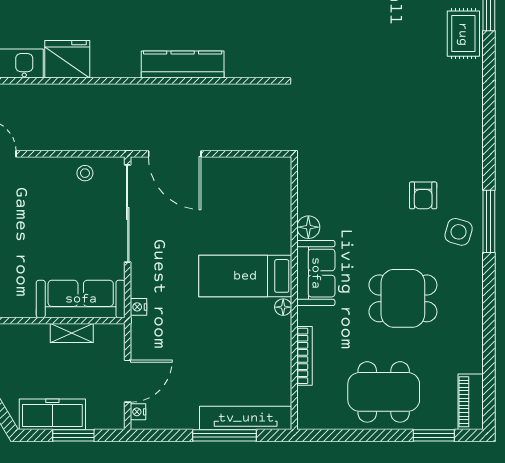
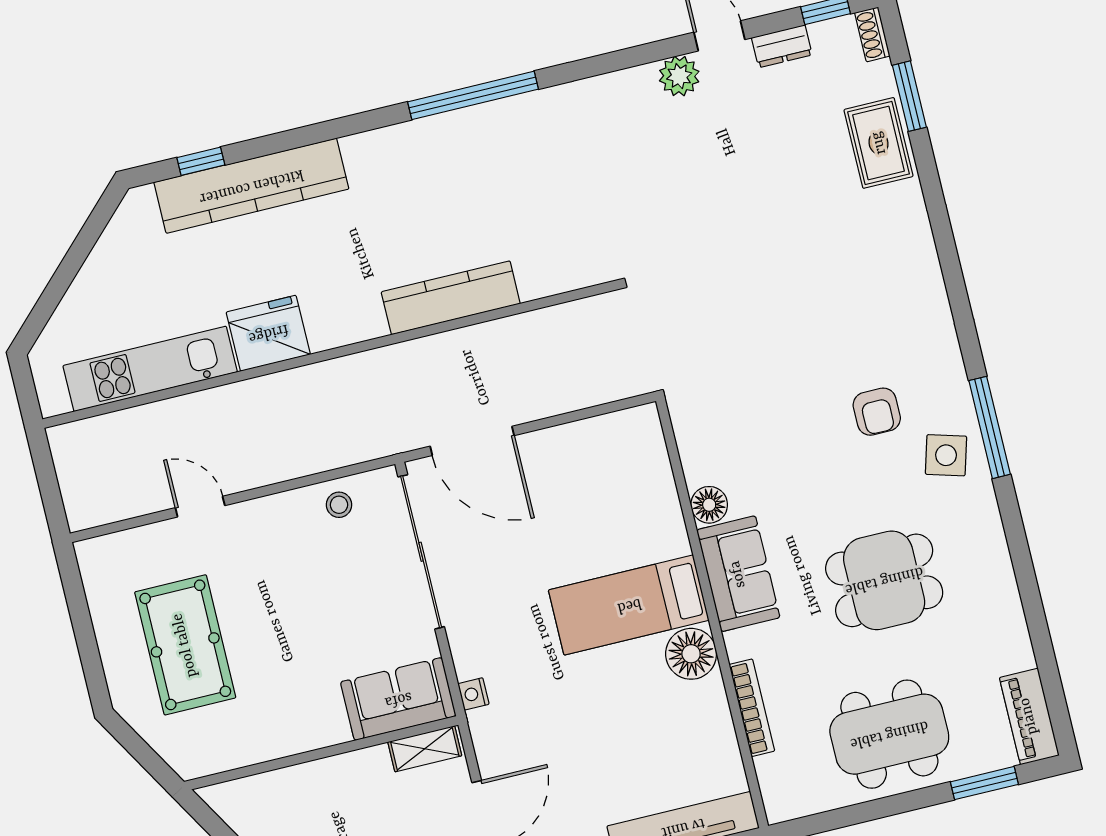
sofa: (81, 299) -> (398, 699), width x0.73
floor lamp: (283, 307) -> (691, 654), width x1.89, depth x1.89
shelving: (72, 333) -> (425, 749), moved

